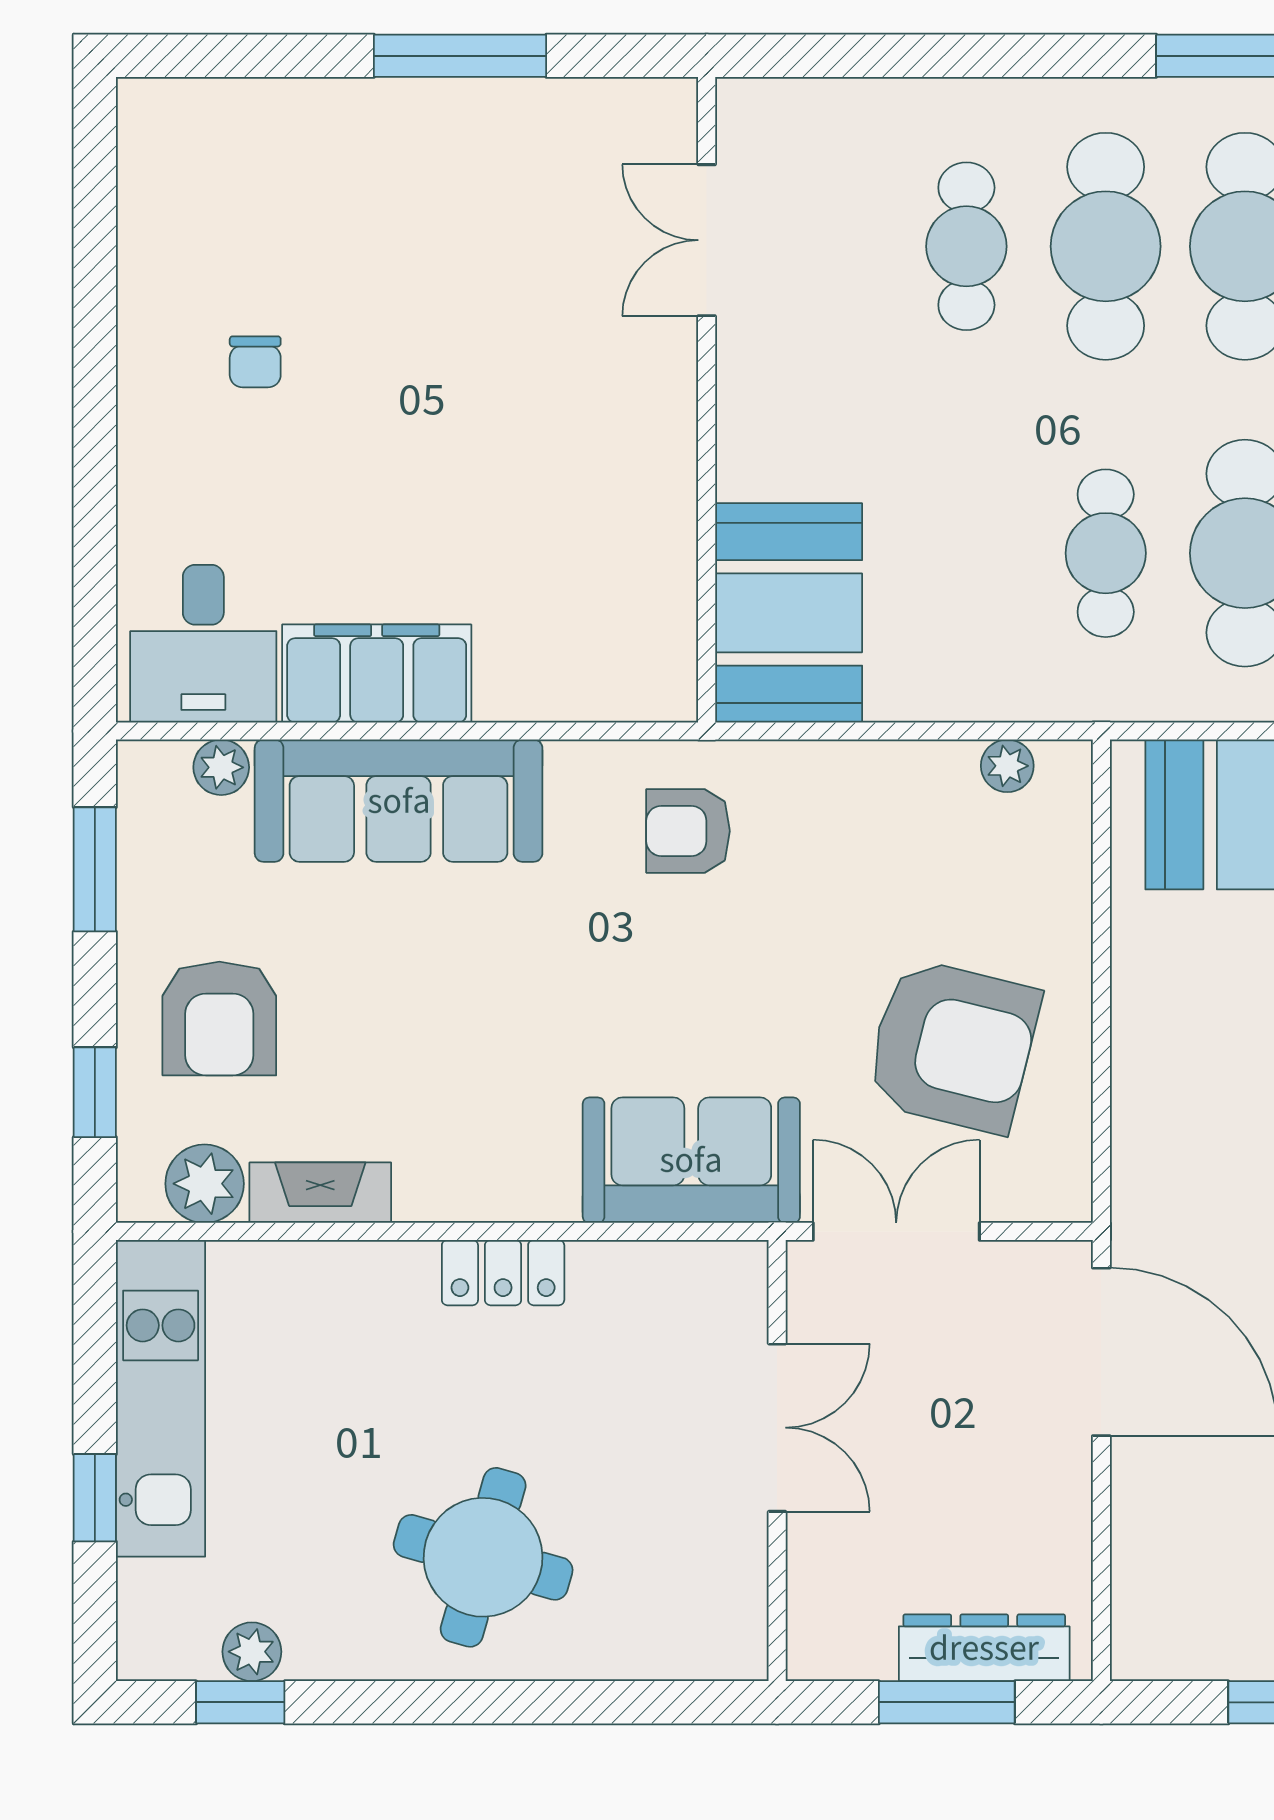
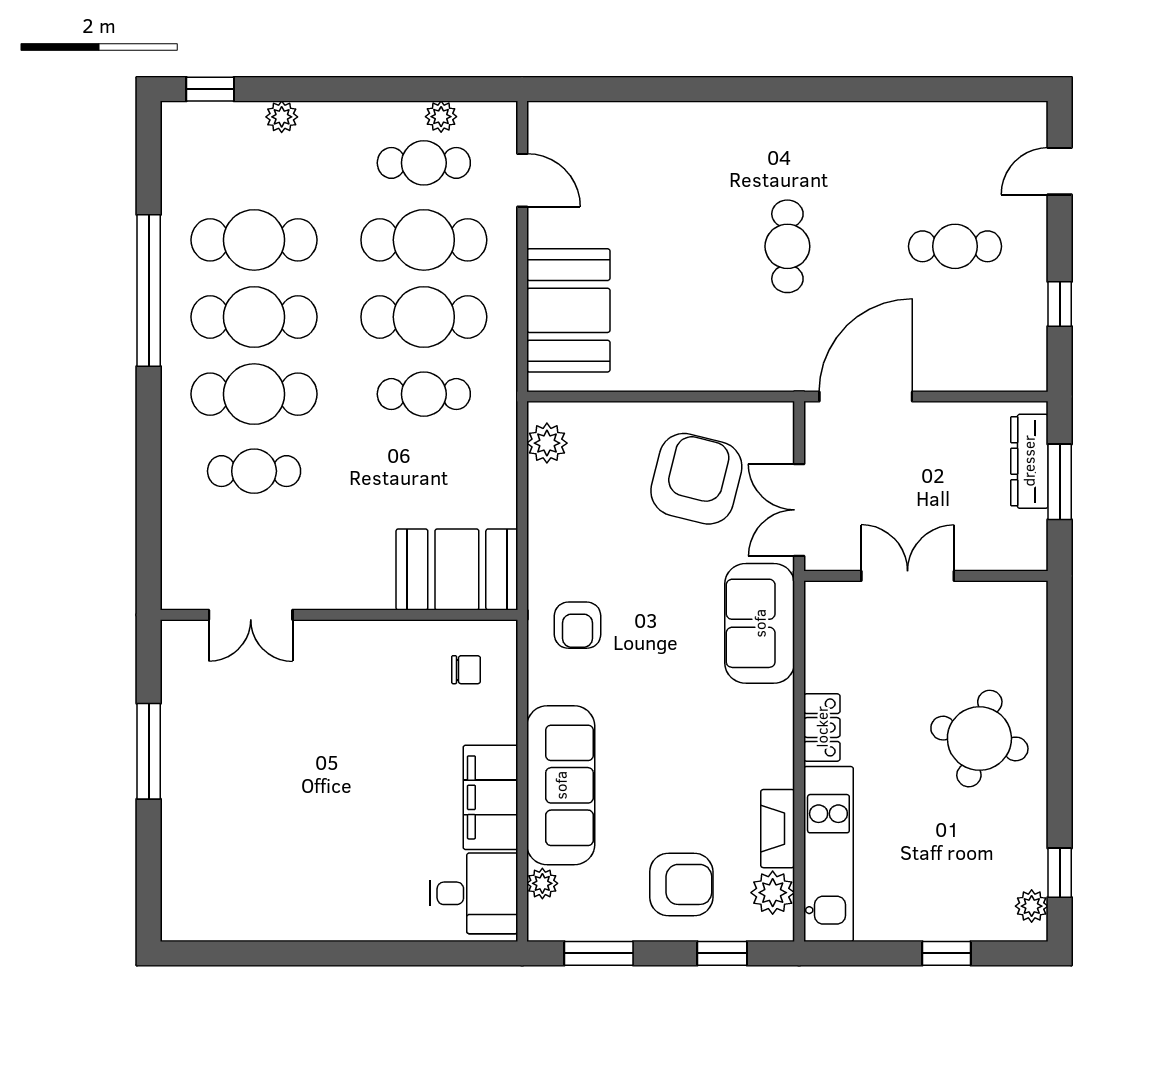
chair: (255, 362) -> (466, 670), moved
plant: (1007, 766) -> (547, 443), width x1.38, depth x1.38
kitchen unit: (161, 1398) -> (828, 854), moved, turned 90
plant: (252, 1652) -> (1032, 906), moved

